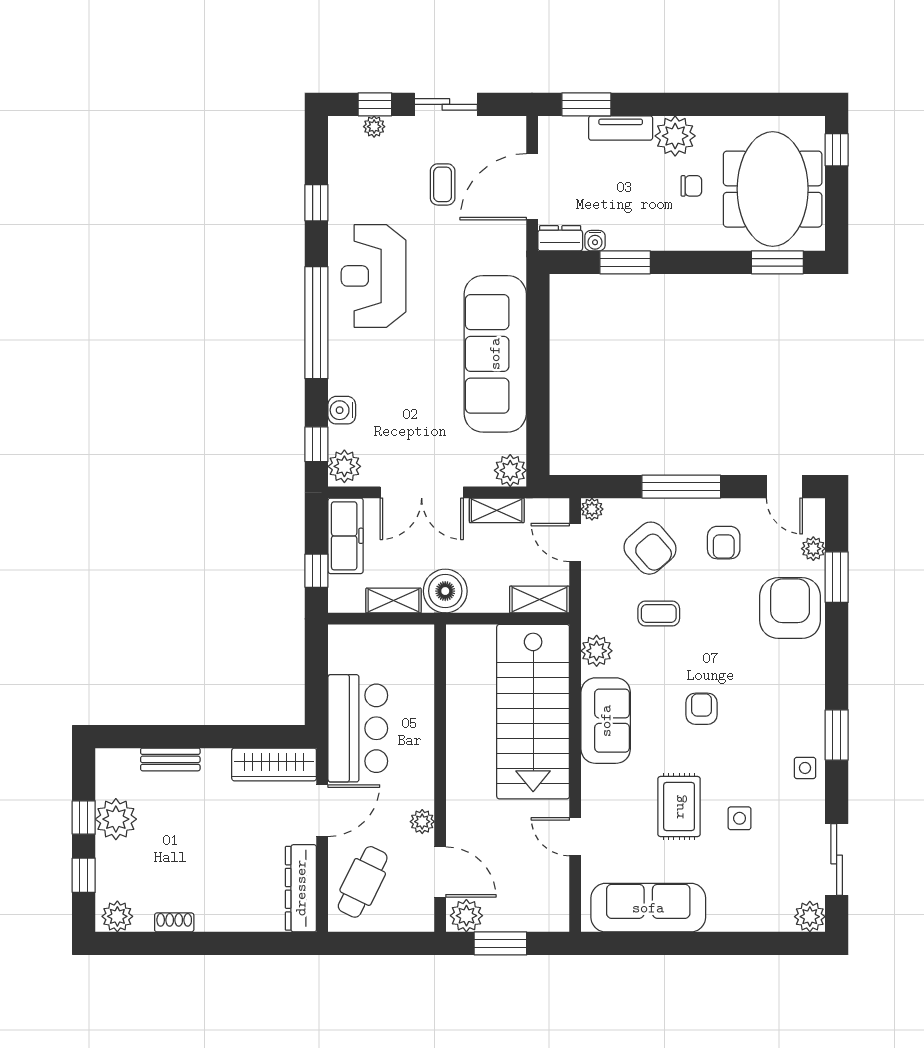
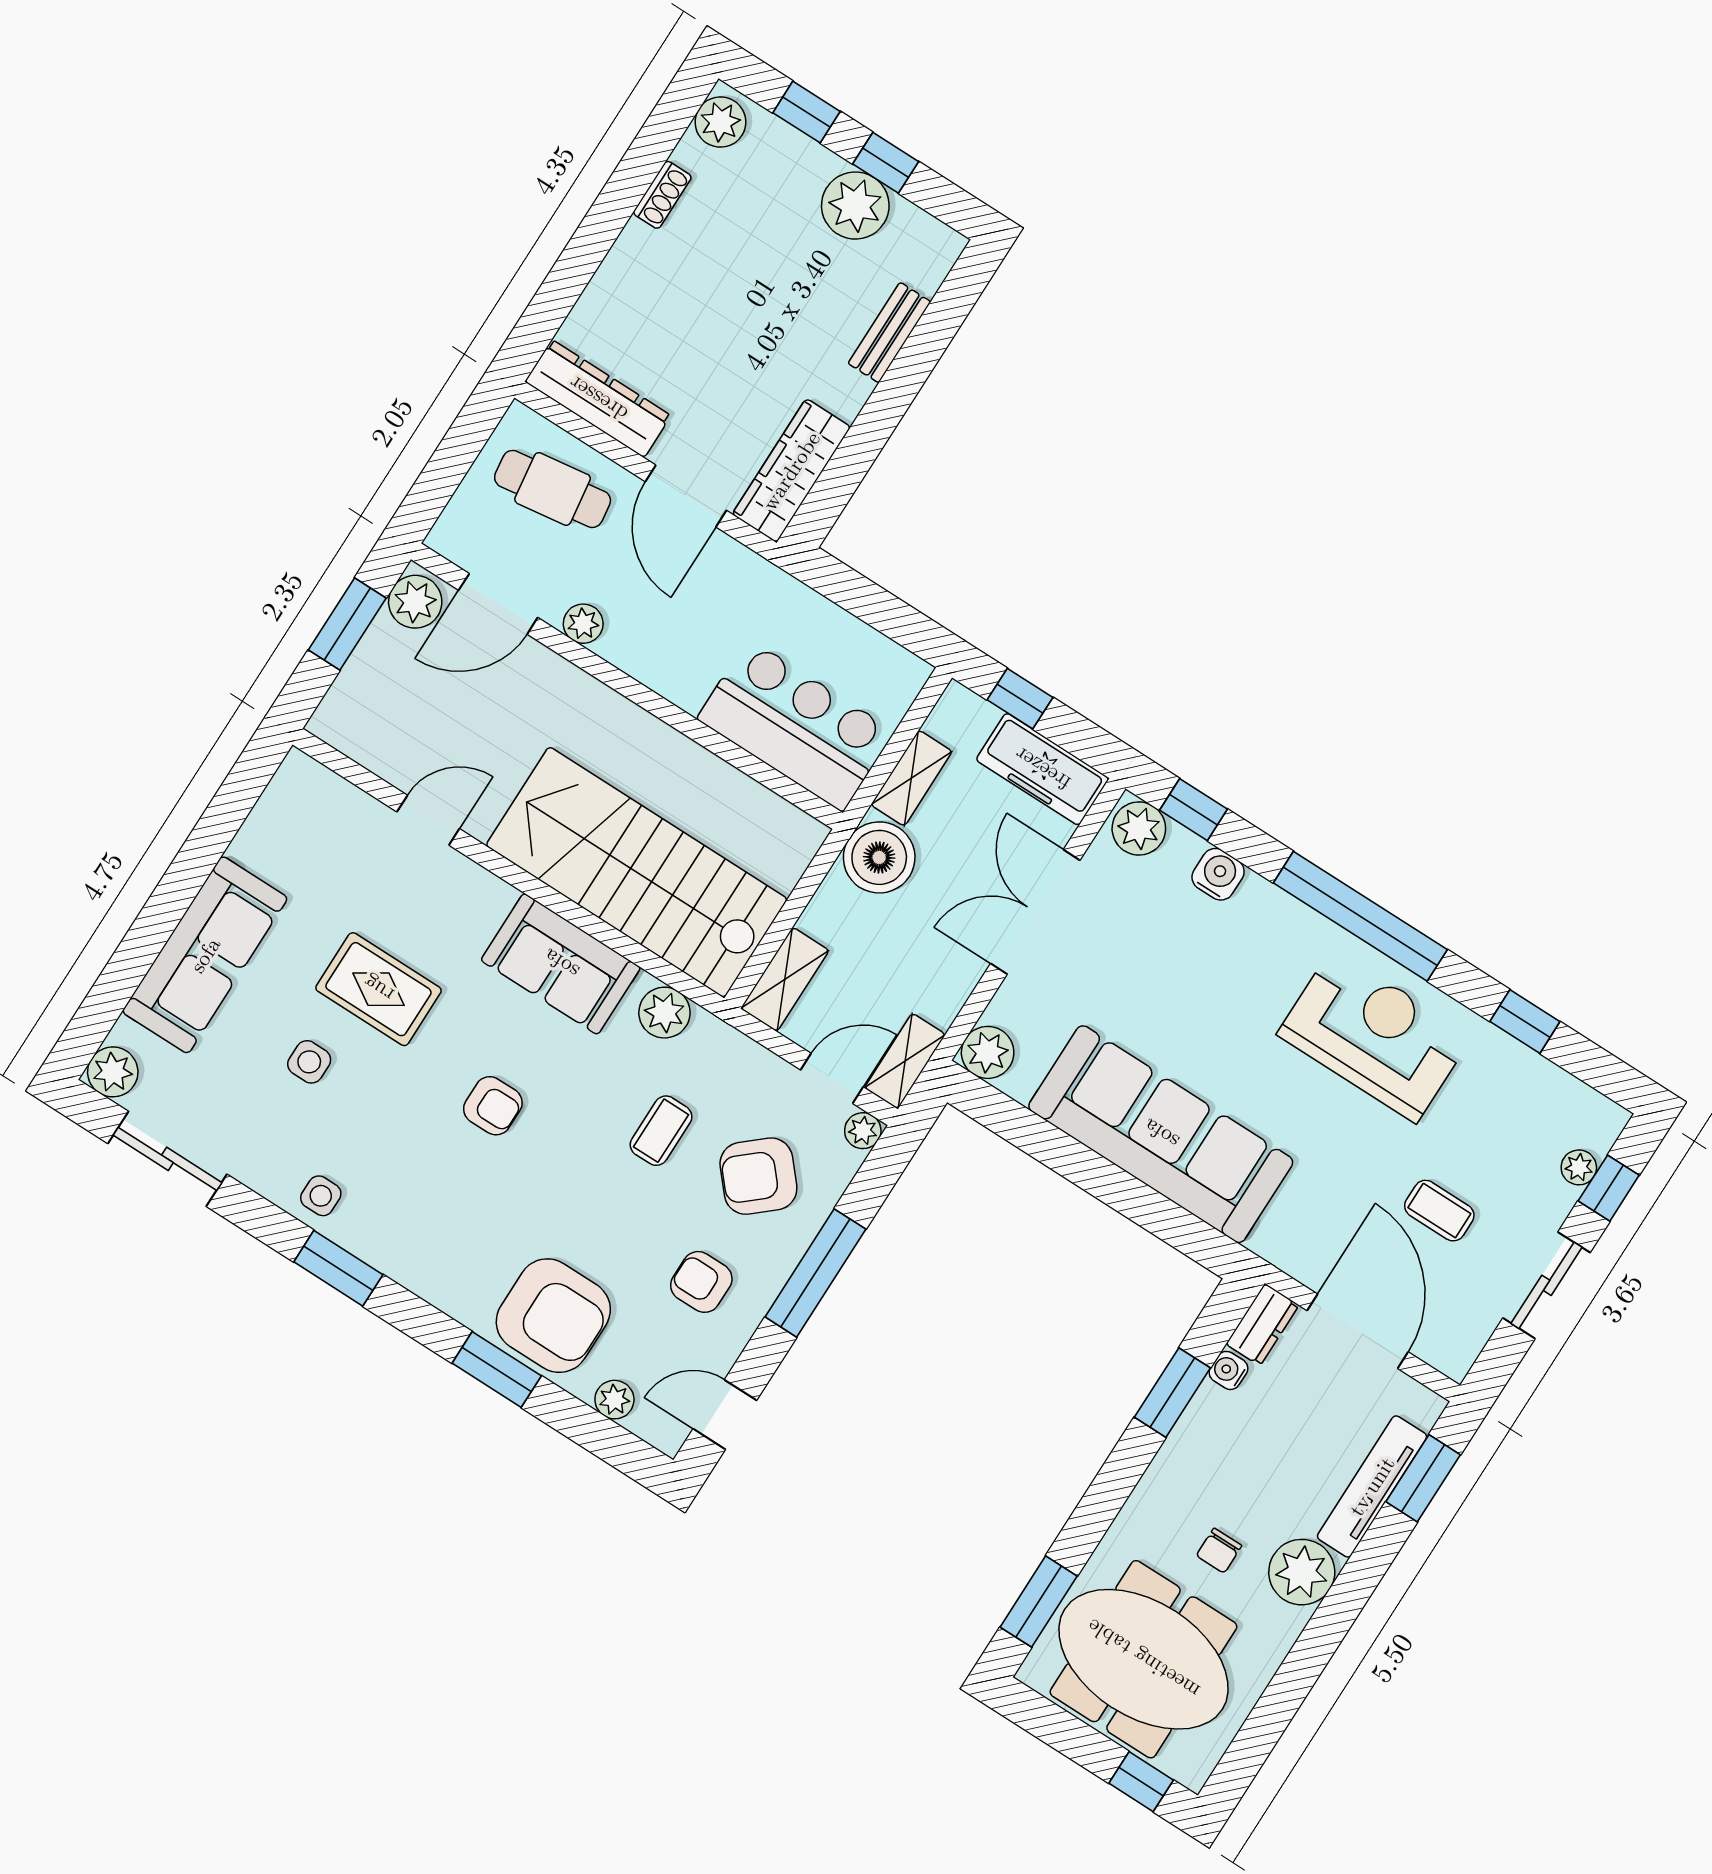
tv unit: (621, 128) -> (1372, 1486), width x1.41
shelving: (497, 510) -> (905, 1061), moved
window: (837, 577) -> (497, 1370), moved
bar counter: (358, 728) -> (795, 725), moved, turned 180
cafe table: (363, 882) -> (553, 489), turned -34
sofa: (648, 908) -> (205, 955), moved

